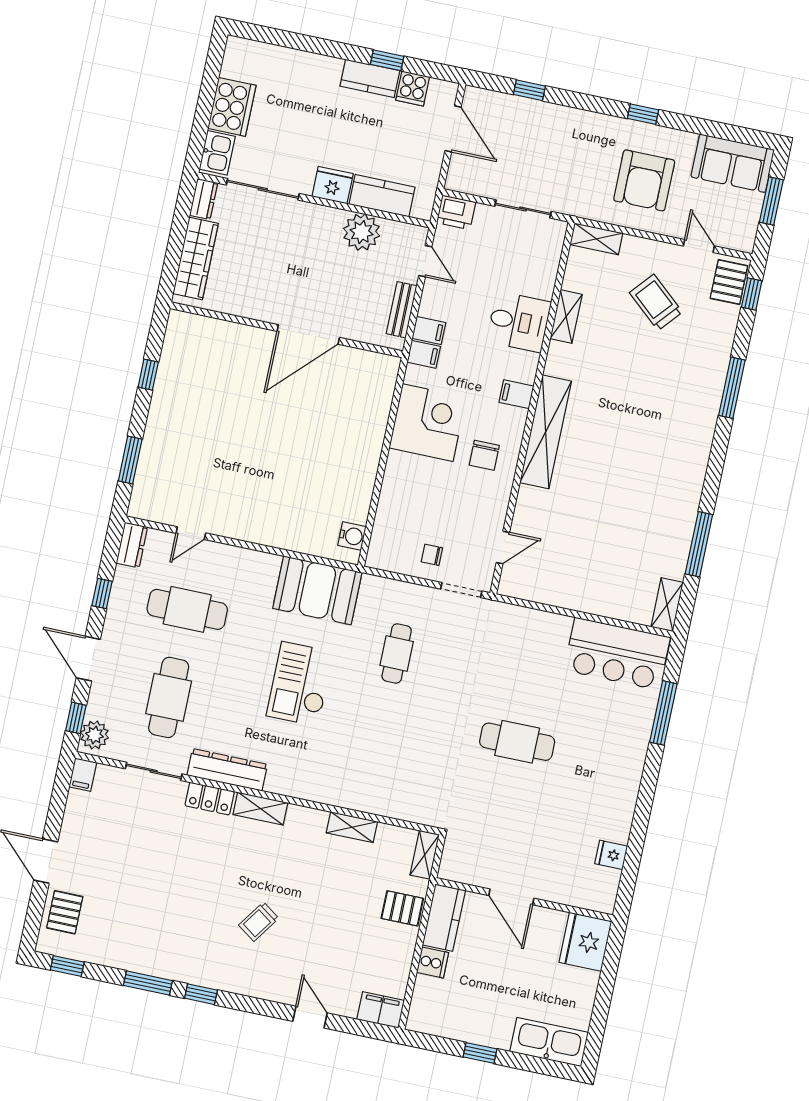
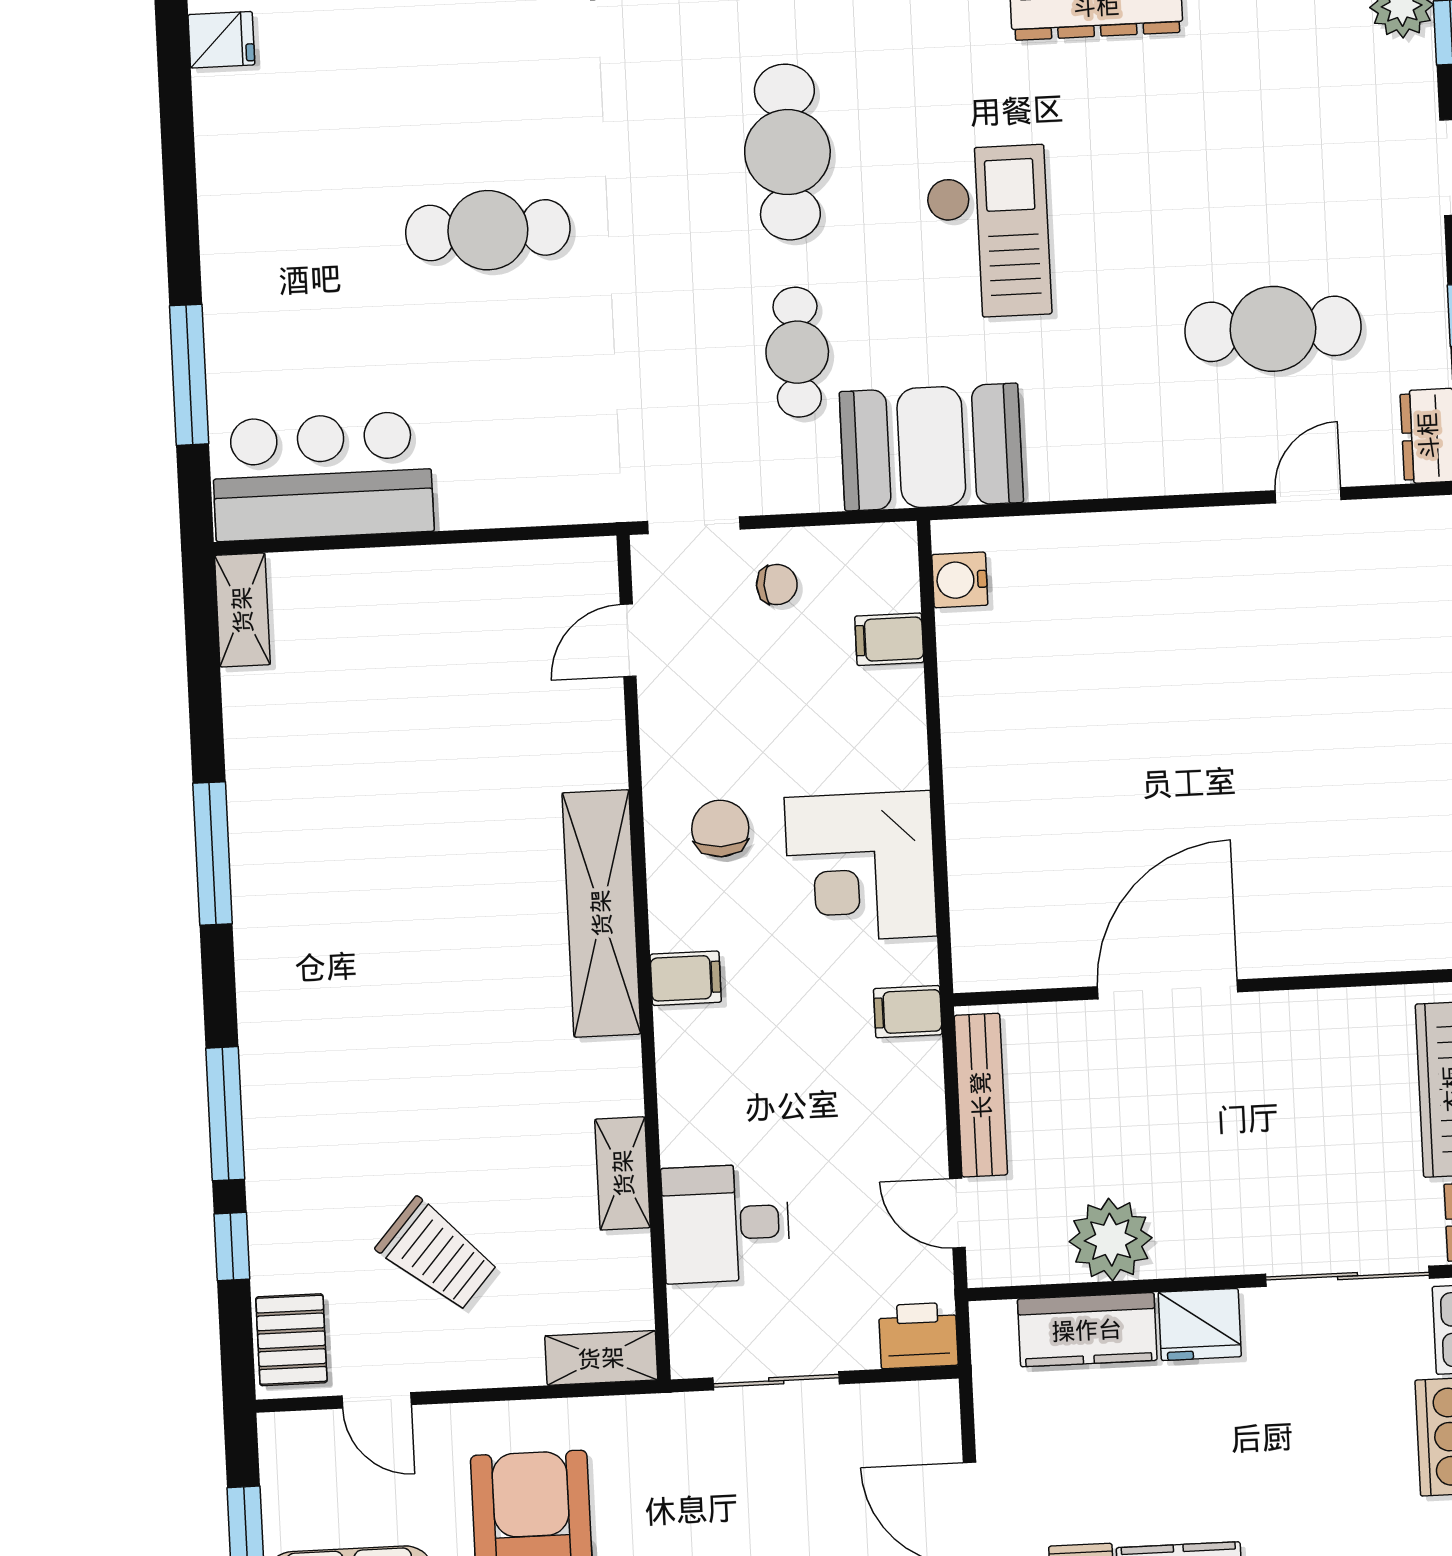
window: (752, 294) -> (232, 1246), moved
bench: (402, 310) -> (981, 1095), width x1.36
desk: (519, 322) -> (726, 1223), moved
filing cabinet: (429, 331) -> (889, 639), moved
window: (699, 544) -> (213, 854), moved
booth: (317, 590) -> (931, 447), moved
cafe table: (169, 697) -> (787, 152), moved

